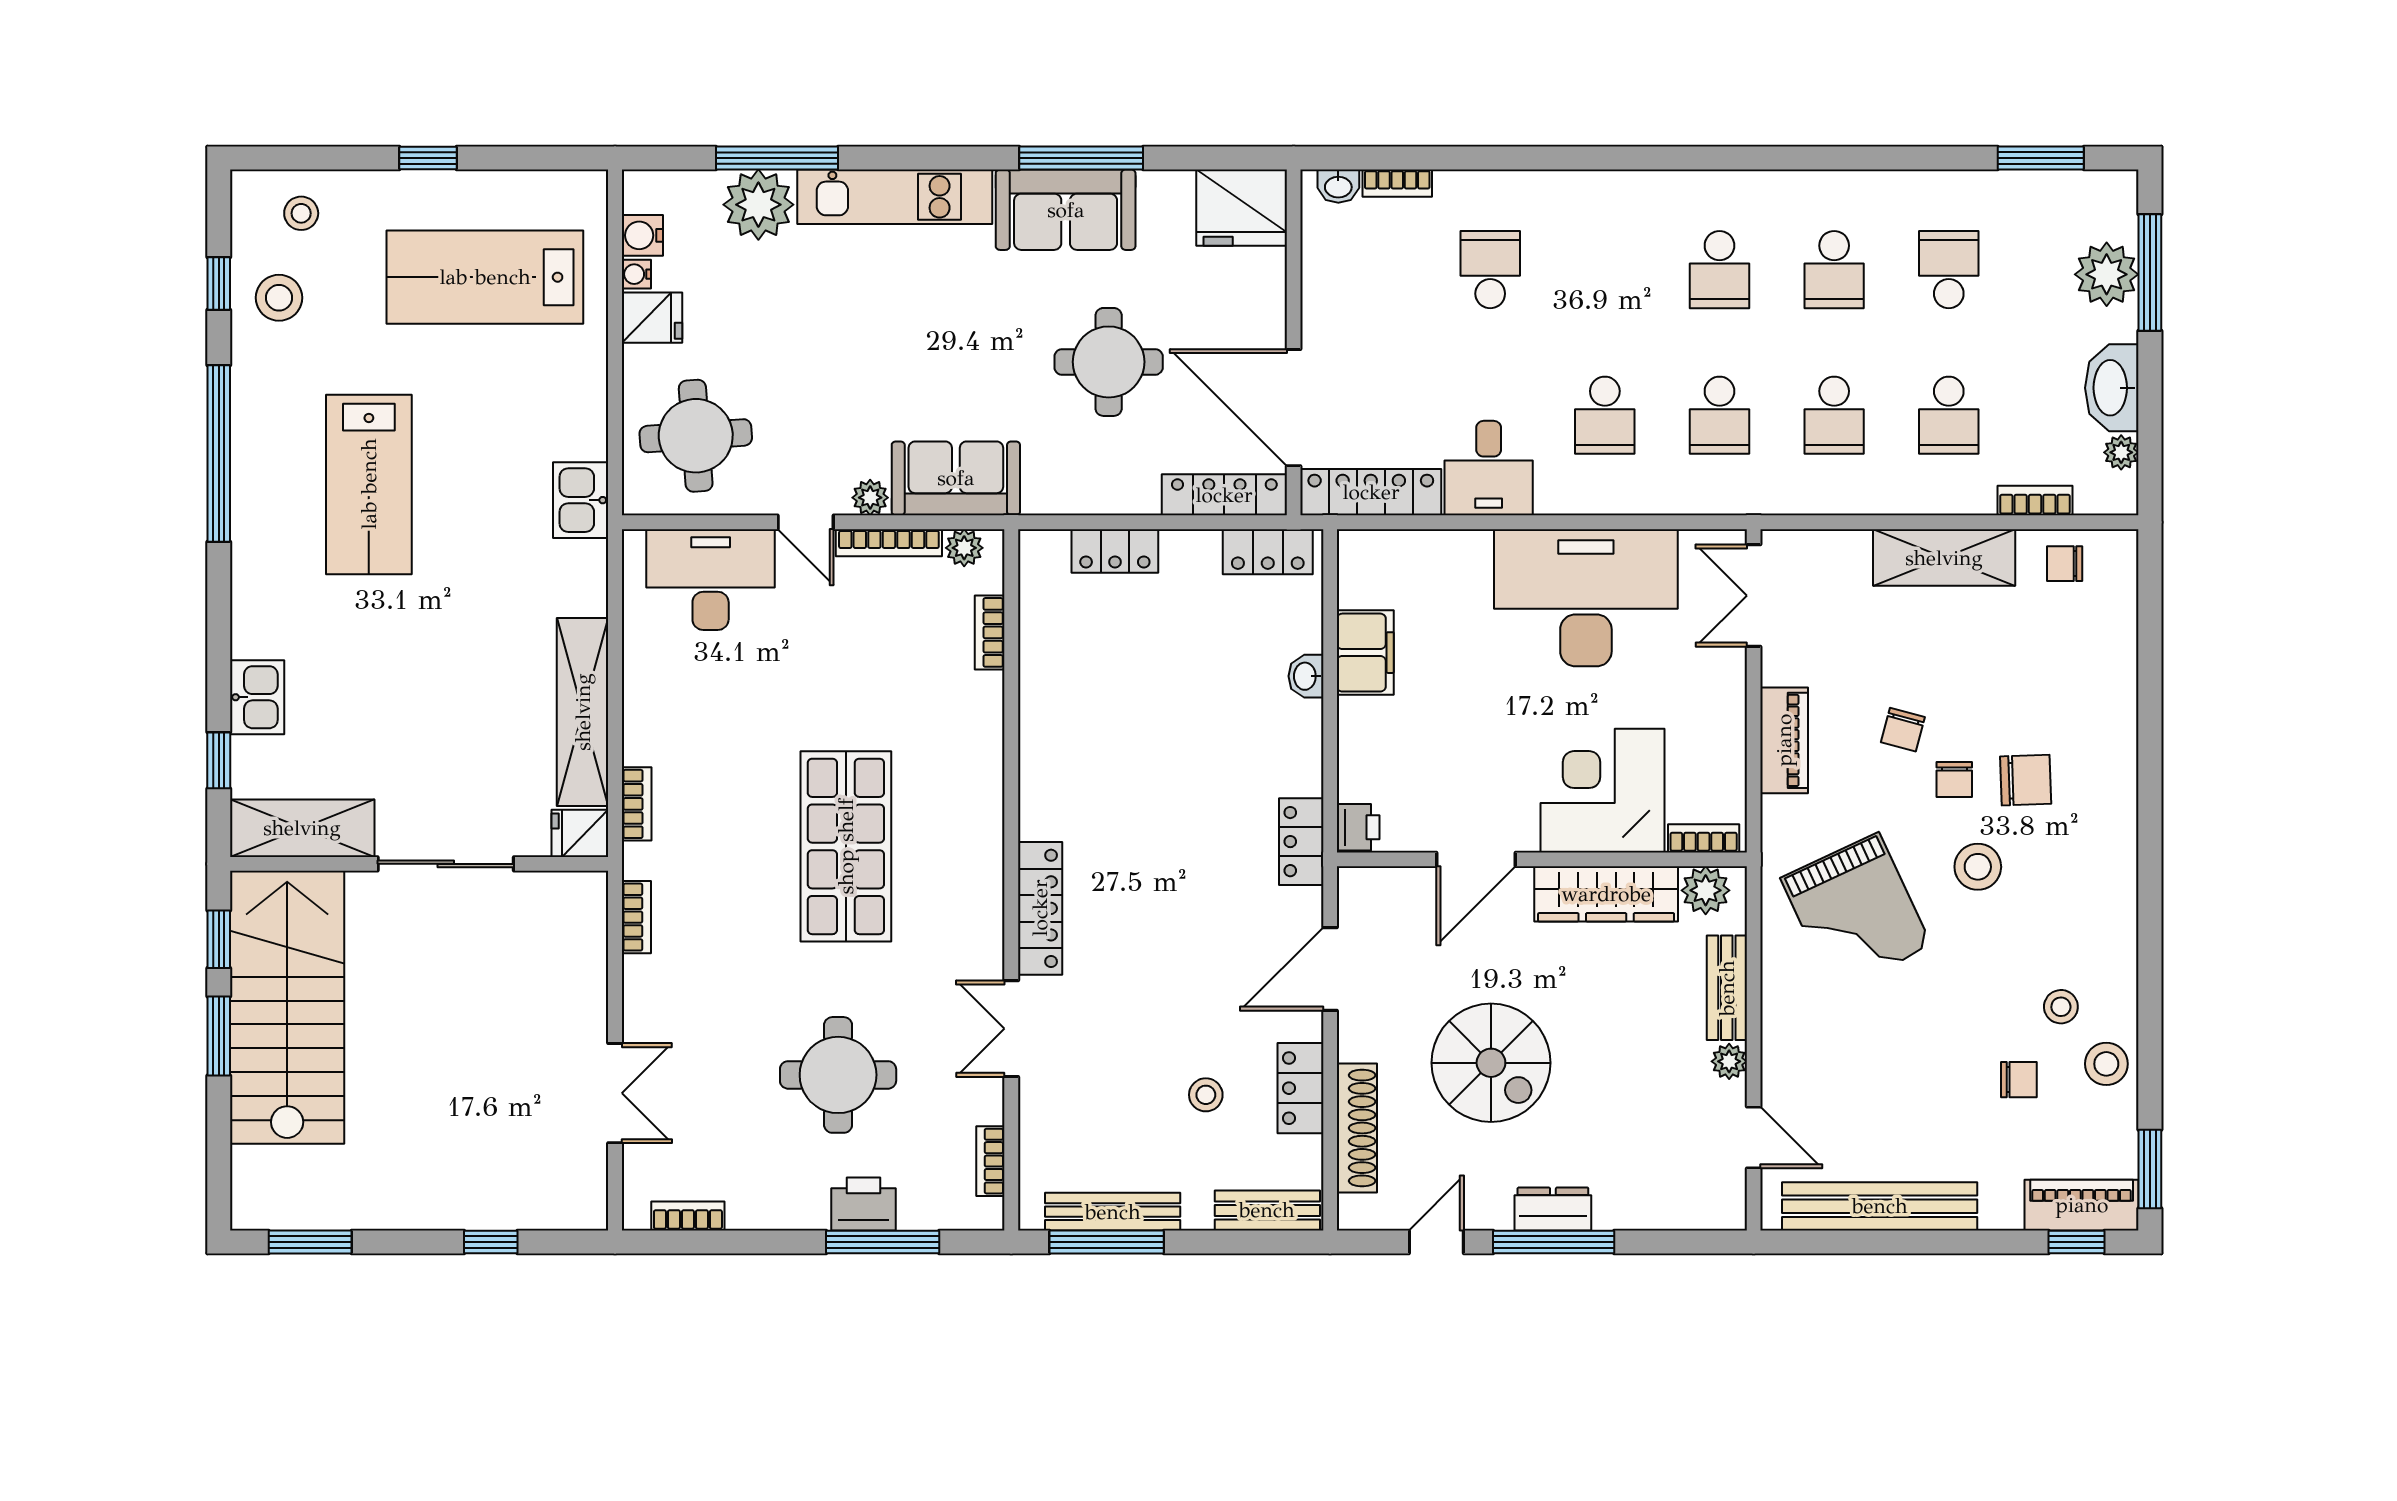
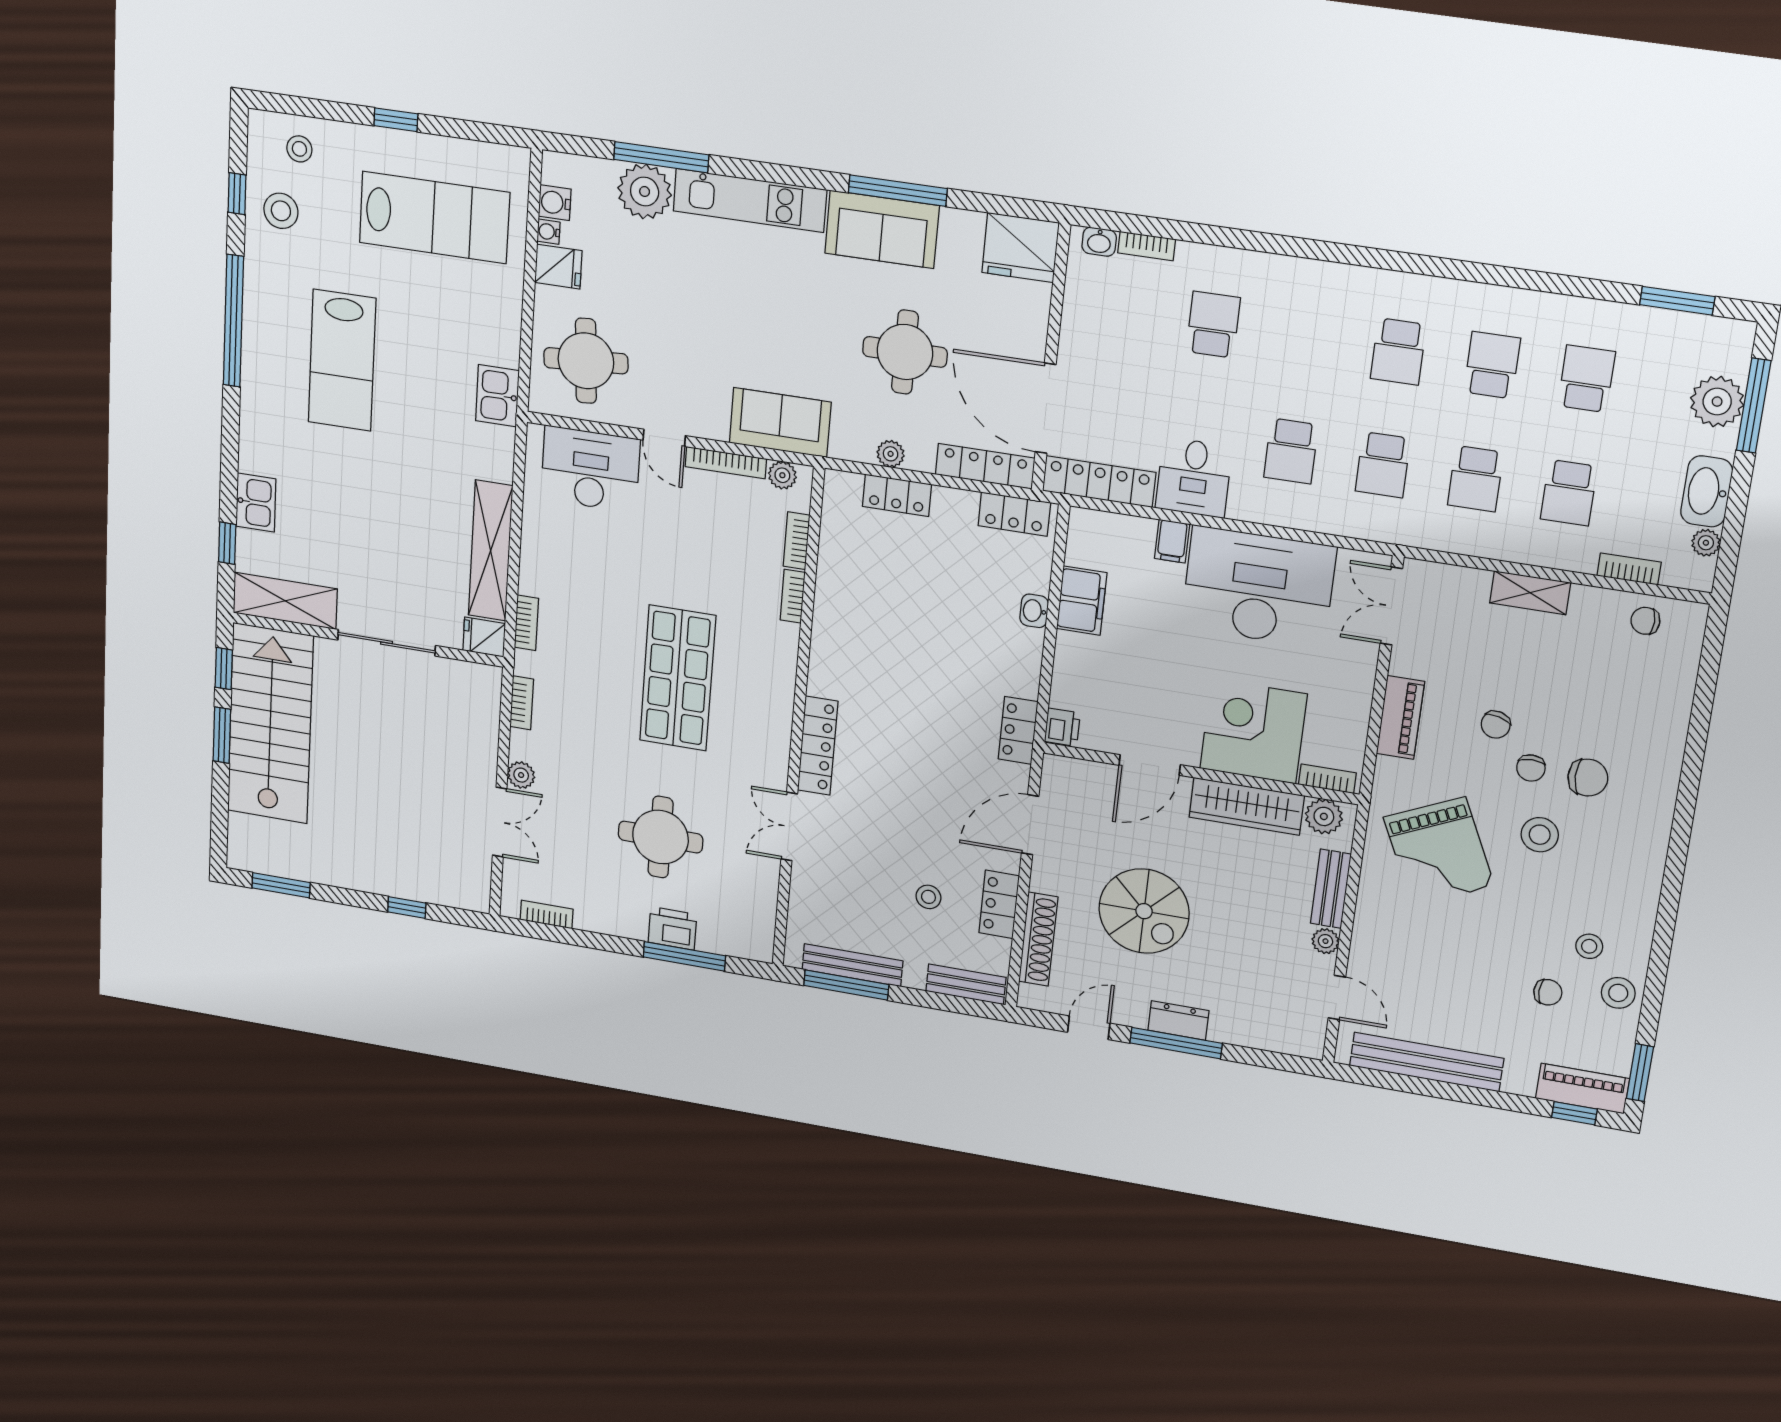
school desk: (1834, 270) -> (1492, 365), turned 180
lab bench: (485, 277) -> (434, 217), turned 180
plant: (870, 498) -> (891, 454), moved
filing cabinet: (1471, 555) -> (1172, 541), added
shelving: (1944, 558) -> (1530, 593), width x0.67, depth x0.75
plant: (641, 1020) -> (521, 775), added
bookcase: (990, 1161) -> (793, 596), moved

